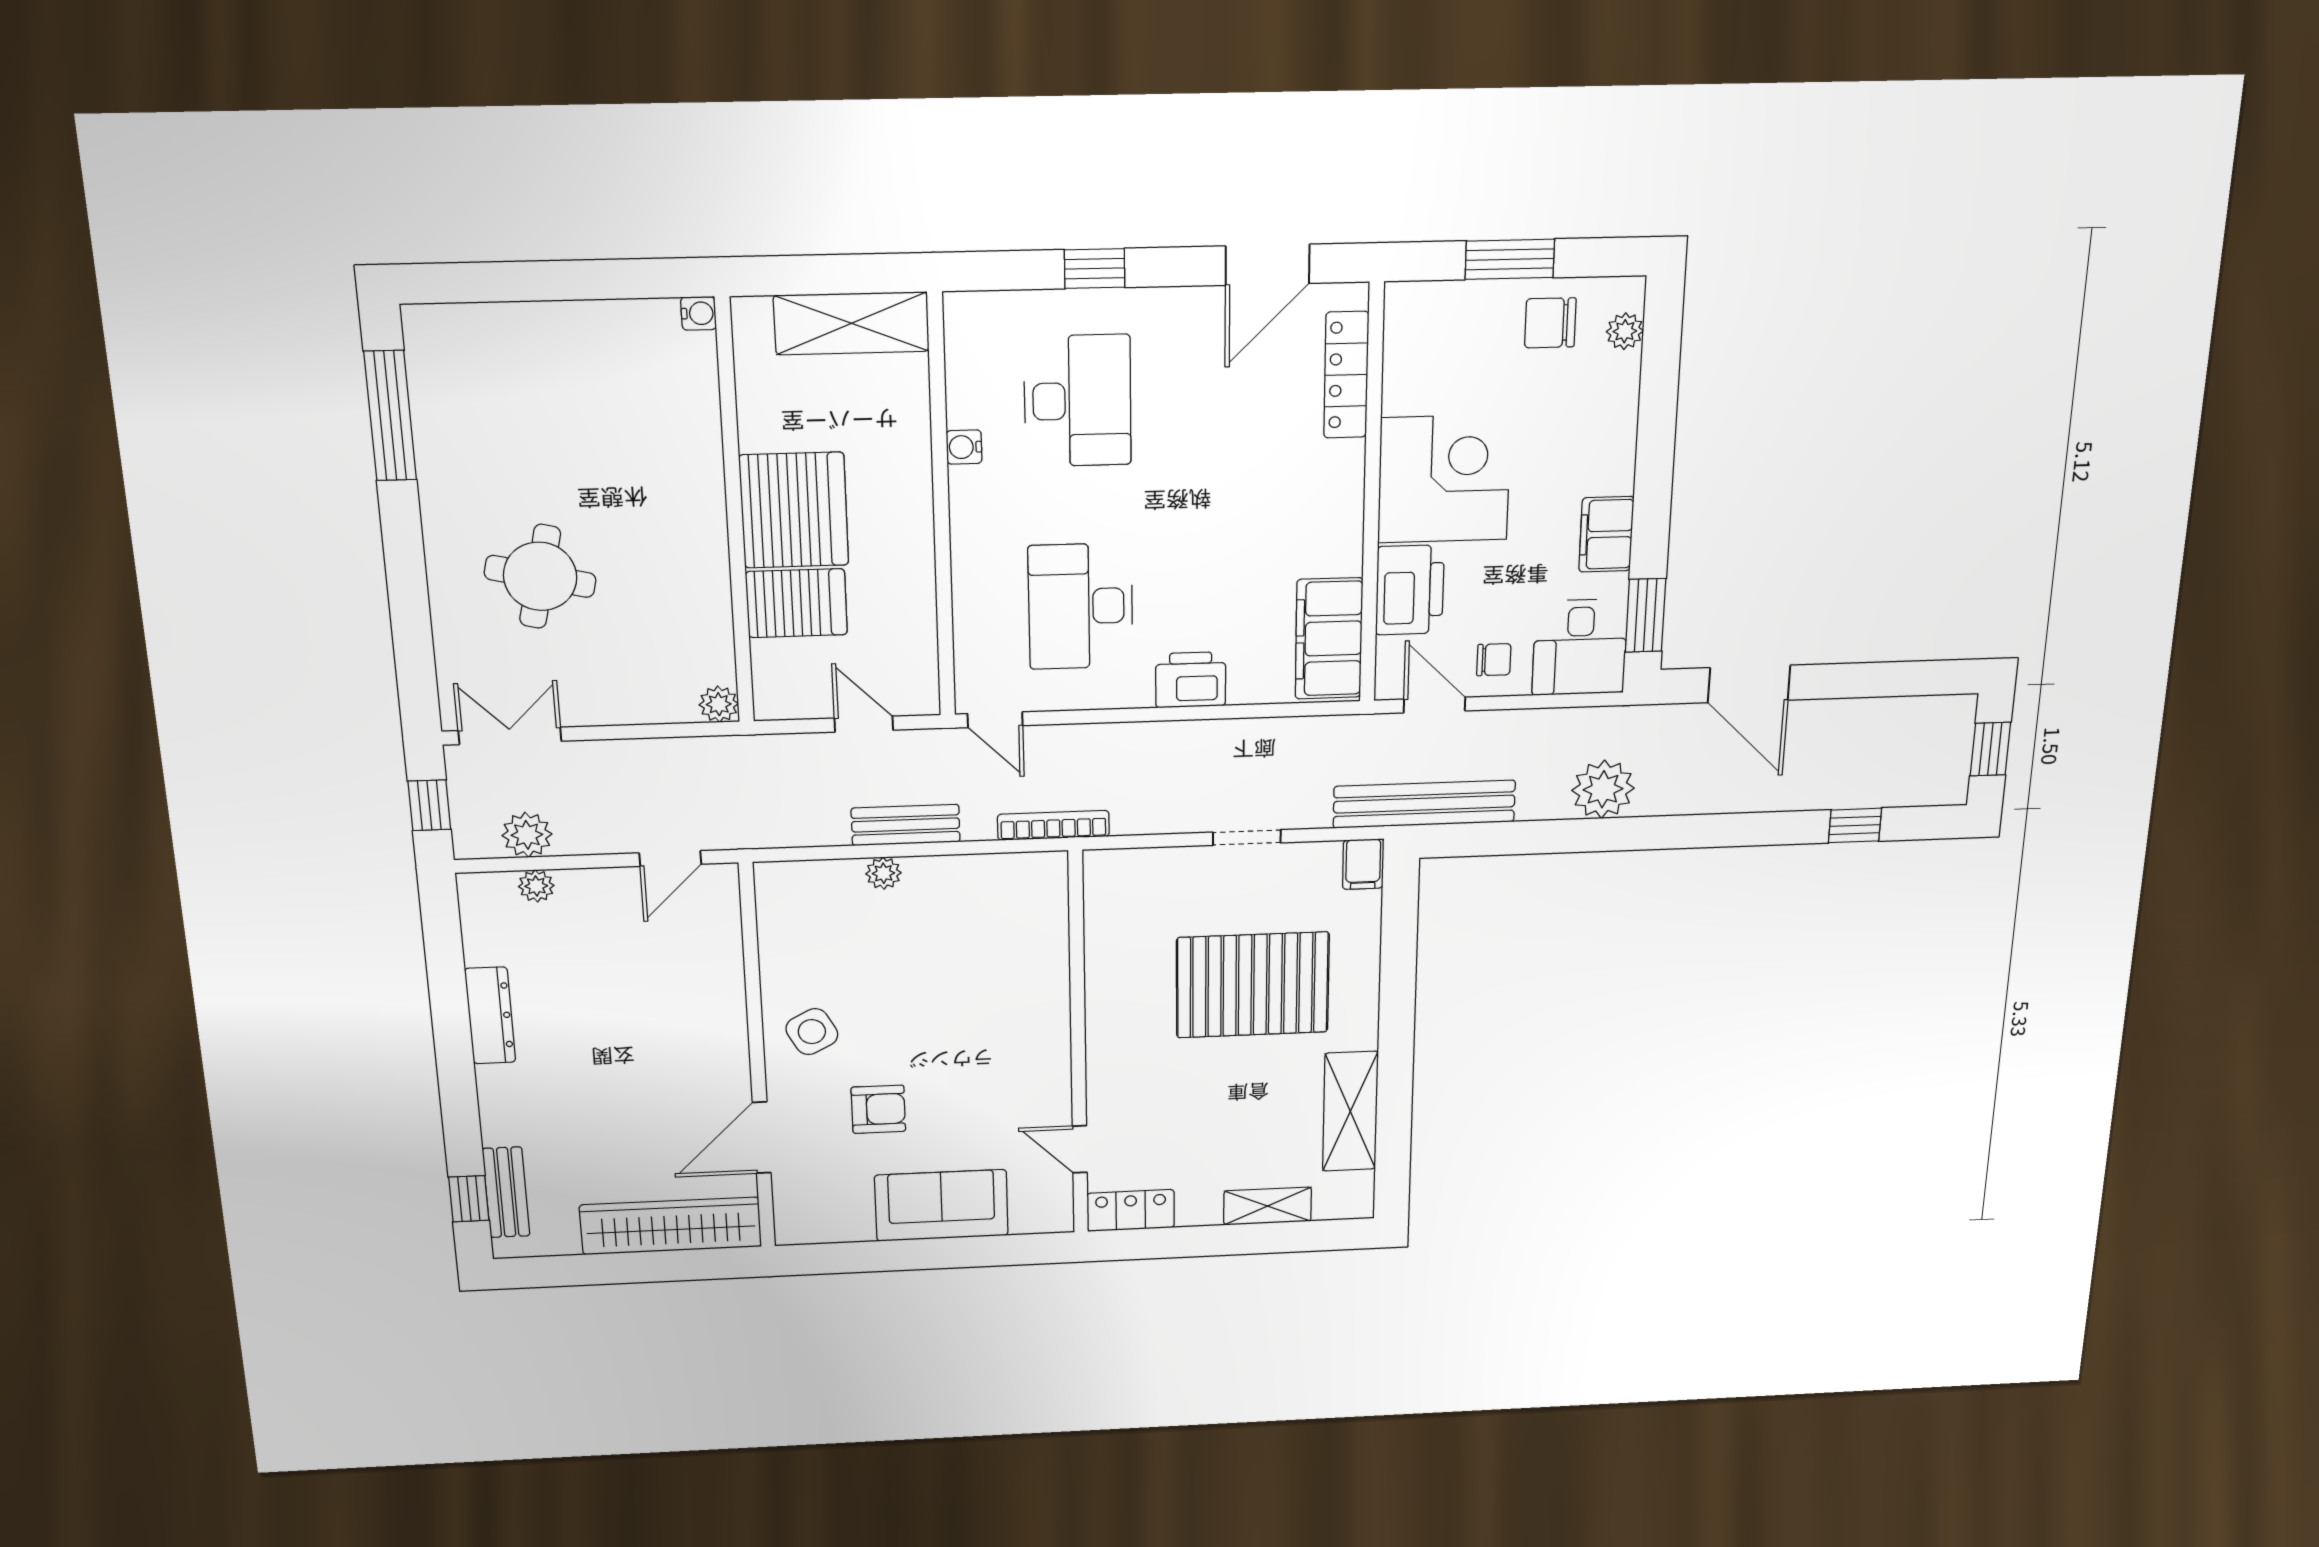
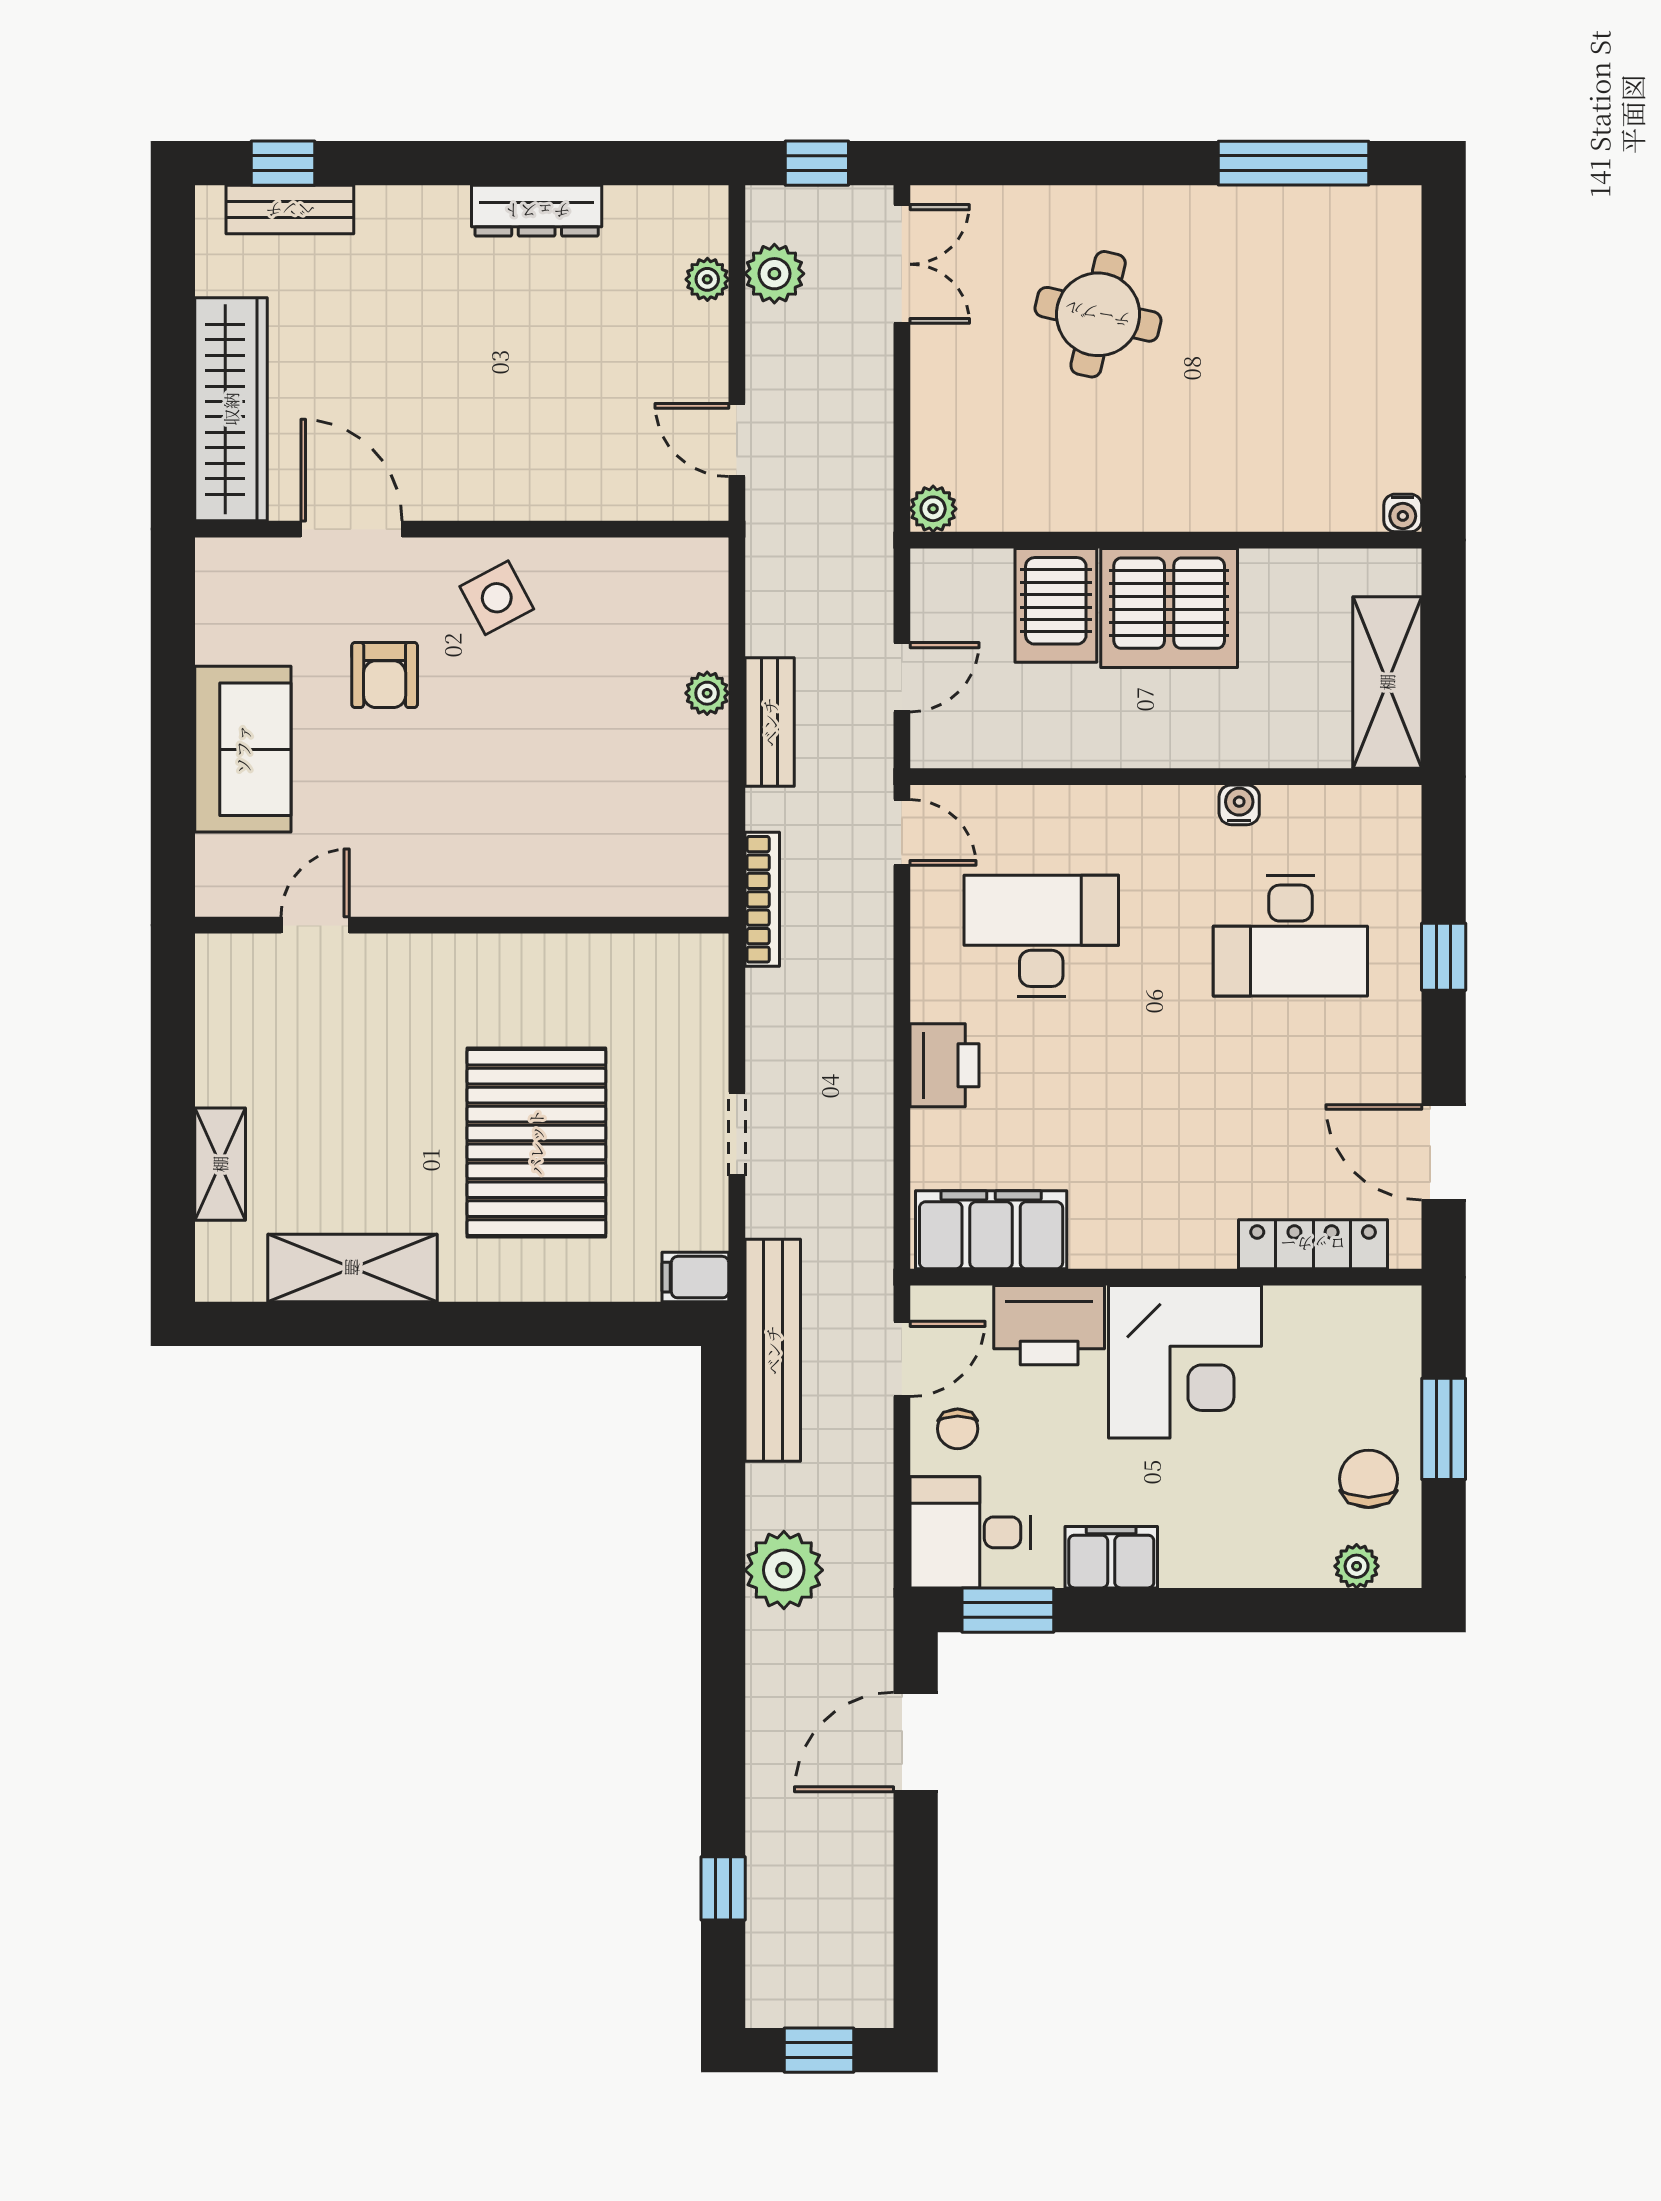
door: (995, 720) -> (902, 832), swing flipped
locker: (1131, 1210) -> (223, 989), removed

